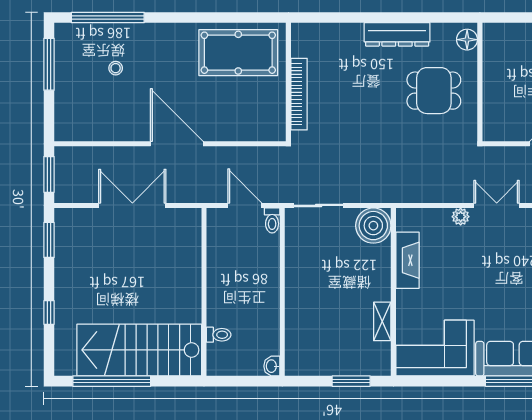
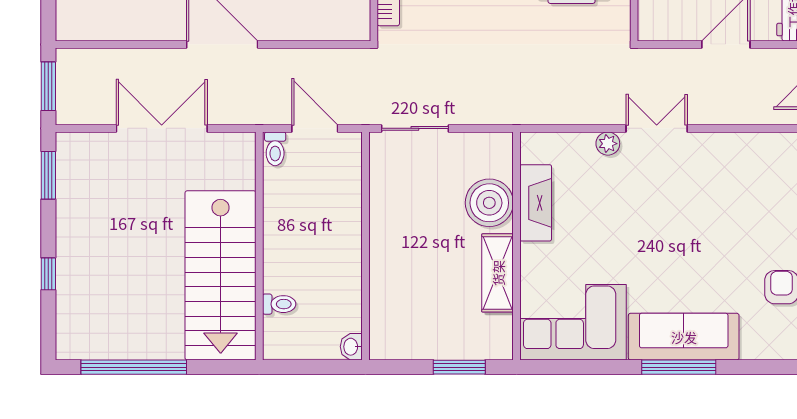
toilet: (272, 220) -> (275, 149), moved
boiler: (373, 226) -> (489, 203), moved
shelving: (382, 321) -> (498, 273), width x1.50, depth x1.33
stairs: (139, 350) -> (221, 275), moved, turned -90

